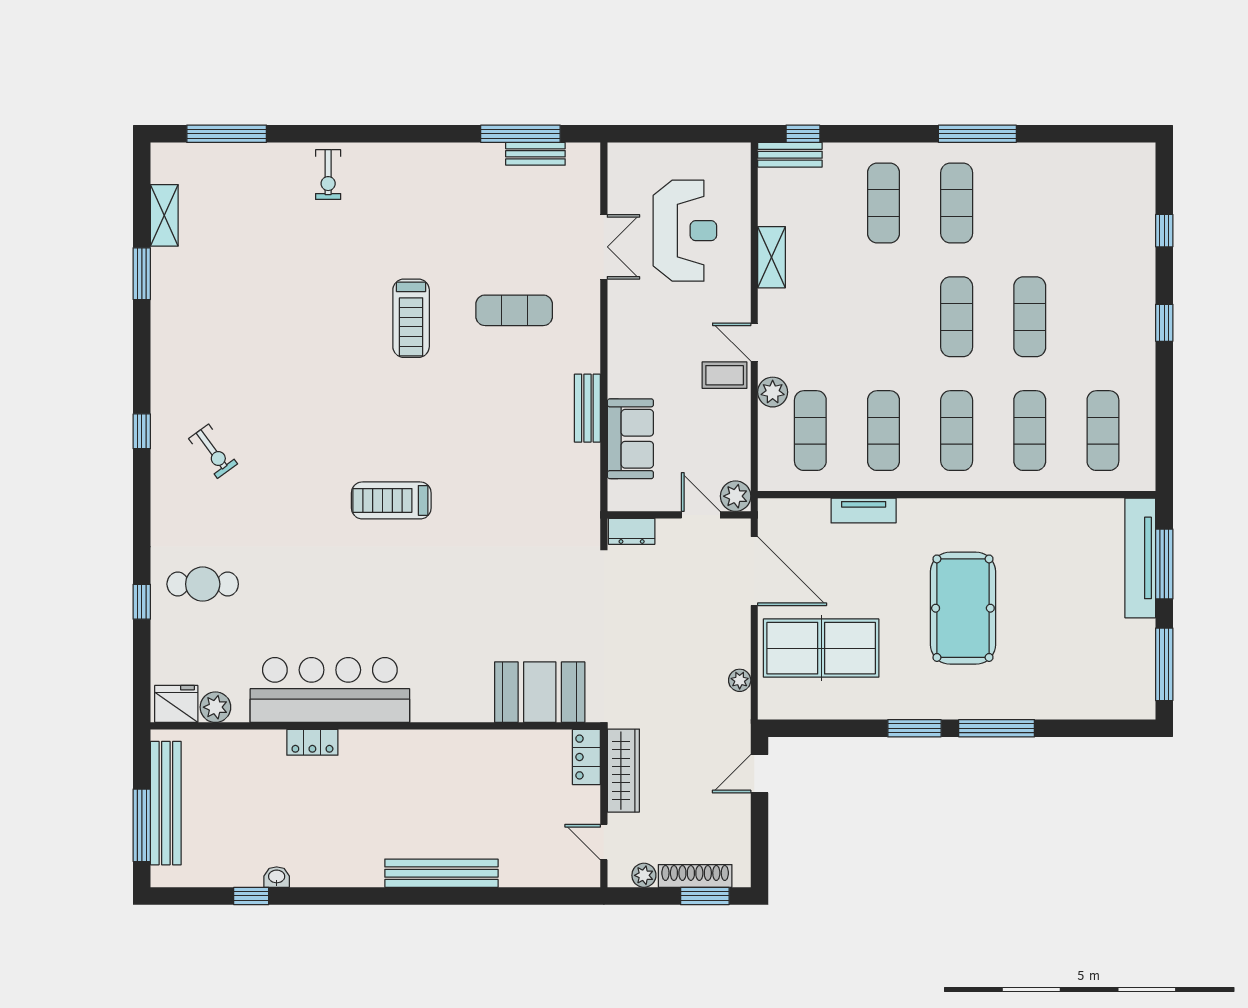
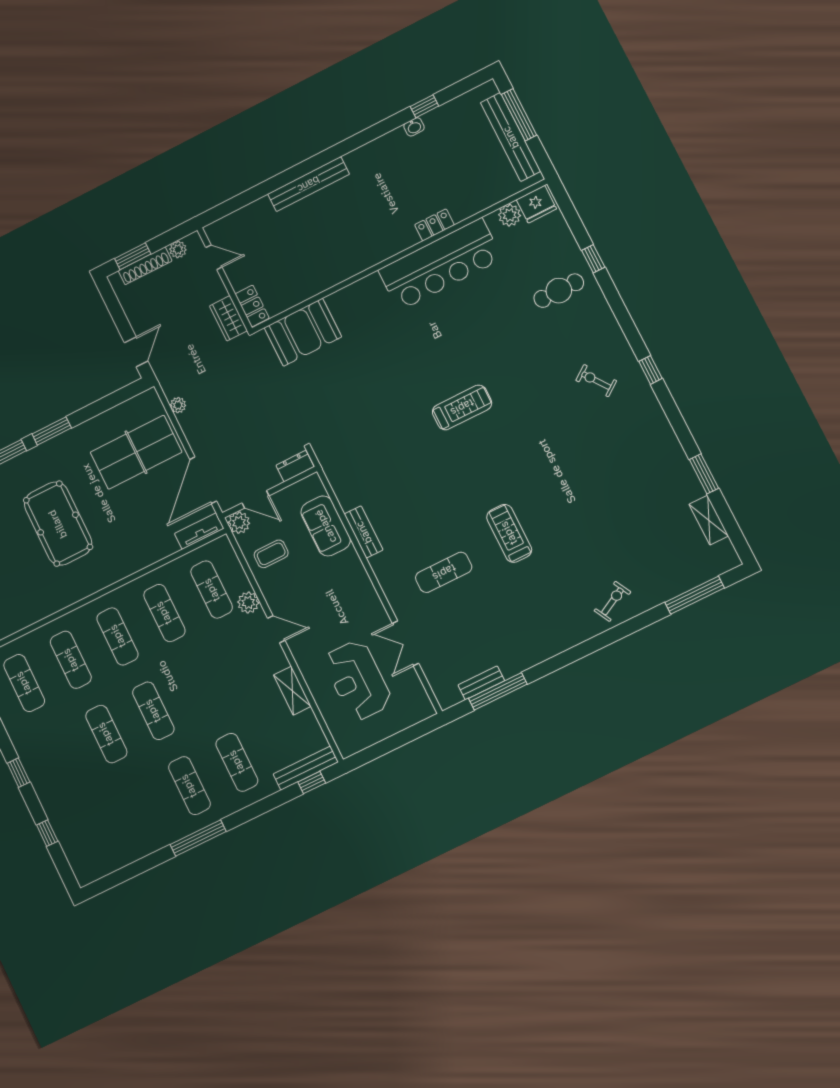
bench: (790, 155) -> (306, 768), width x1.36
exercise bike: (328, 175) -> (612, 601), turned 62
coffee table: (725, 375) -> (271, 554), moved
tv unit: (864, 510) -> (199, 531), moved
door: (754, 571) -> (203, 480), hinge flipped
wardrobe: (623, 771) -> (228, 318), width x0.67

